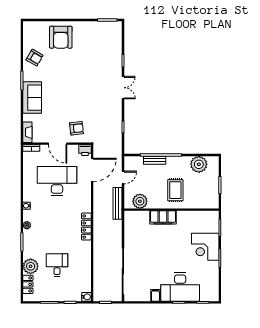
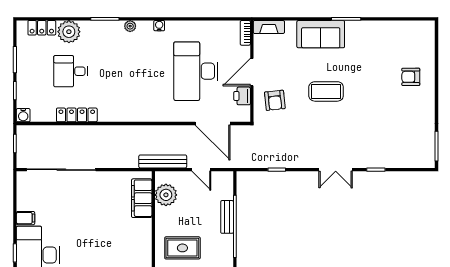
armchair: (61, 37) -> (411, 77), width x0.53, depth x0.53
armchair: (35, 58) -> (380, 38), removed
coffee table: (71, 94) -> (326, 91), added
printer: (85, 150) -> (242, 96), moved
desk: (57, 181) -> (196, 71), turned 180
filing cabinet: (163, 217) -> (142, 198), moved
locker: (86, 227) -> (77, 115), moved
desk: (57, 265) -> (71, 71), turned 180

